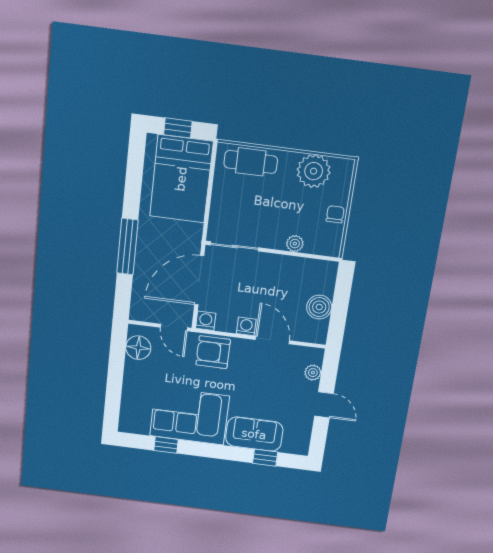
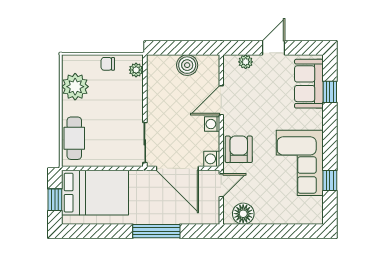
plant: (295, 244) -> (136, 70), moved
armchair: (213, 352) -> (239, 149), turned 180
sofa: (254, 434) -> (309, 84), moved

